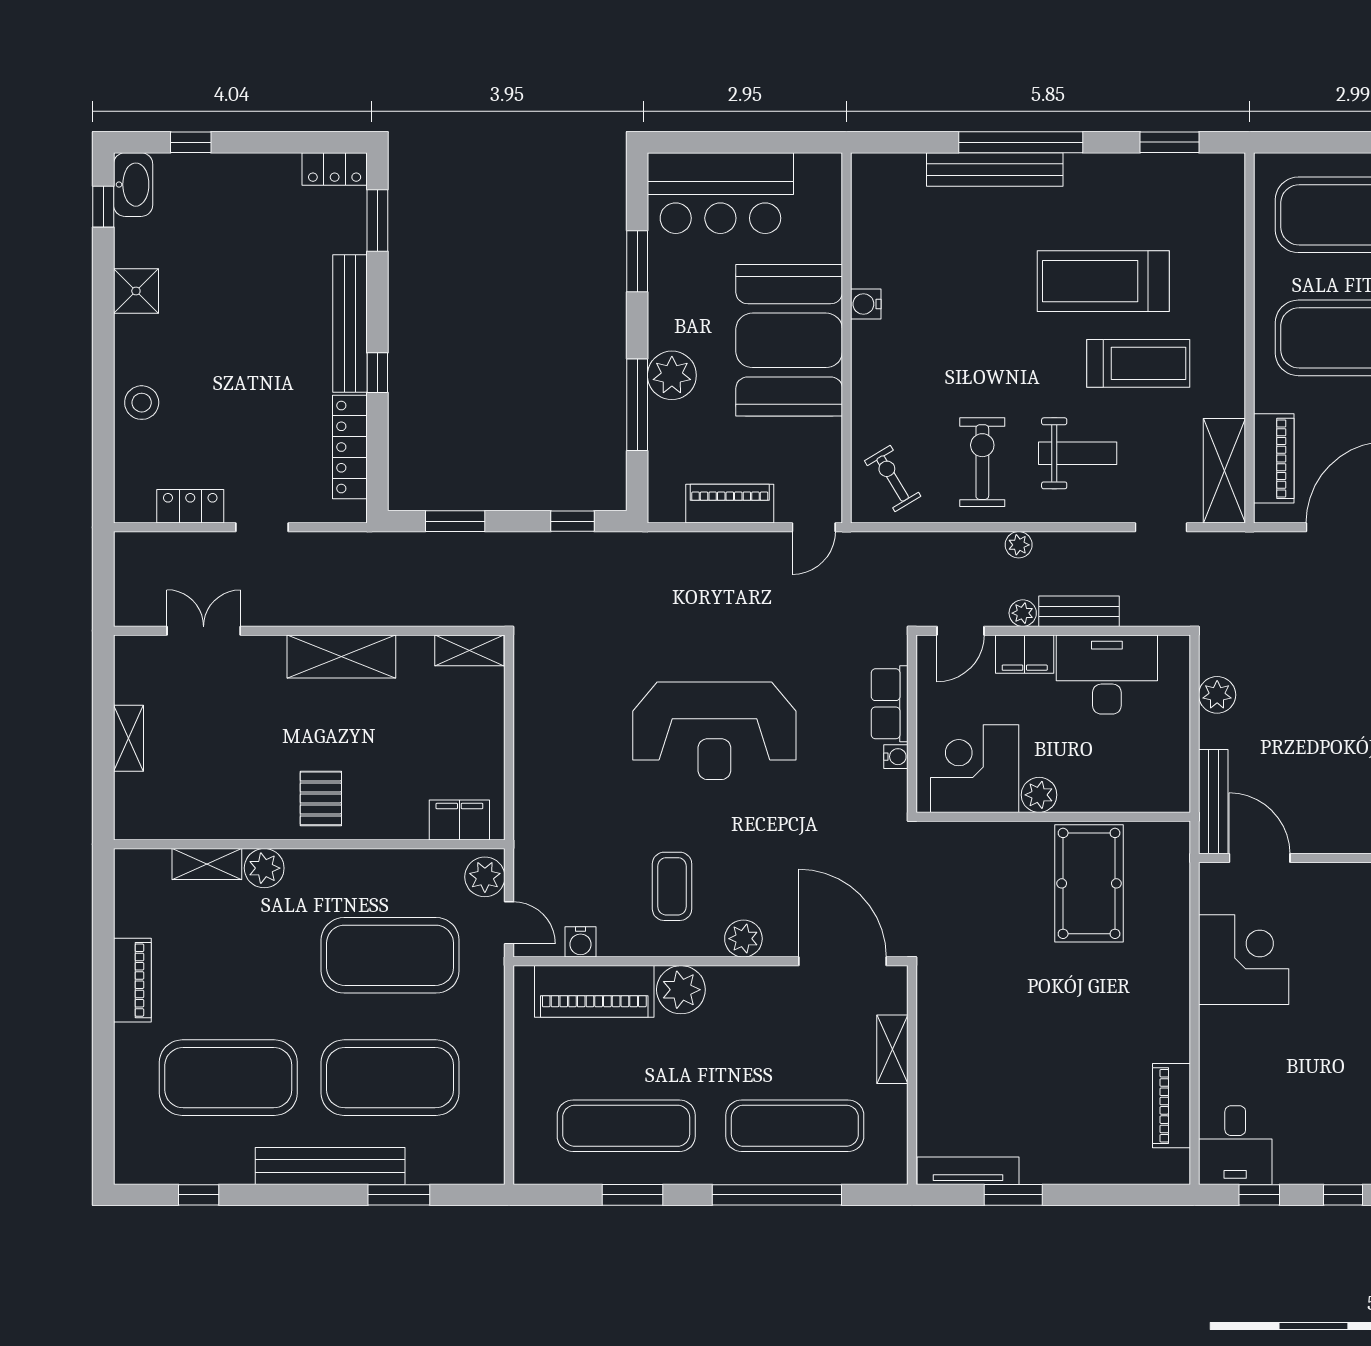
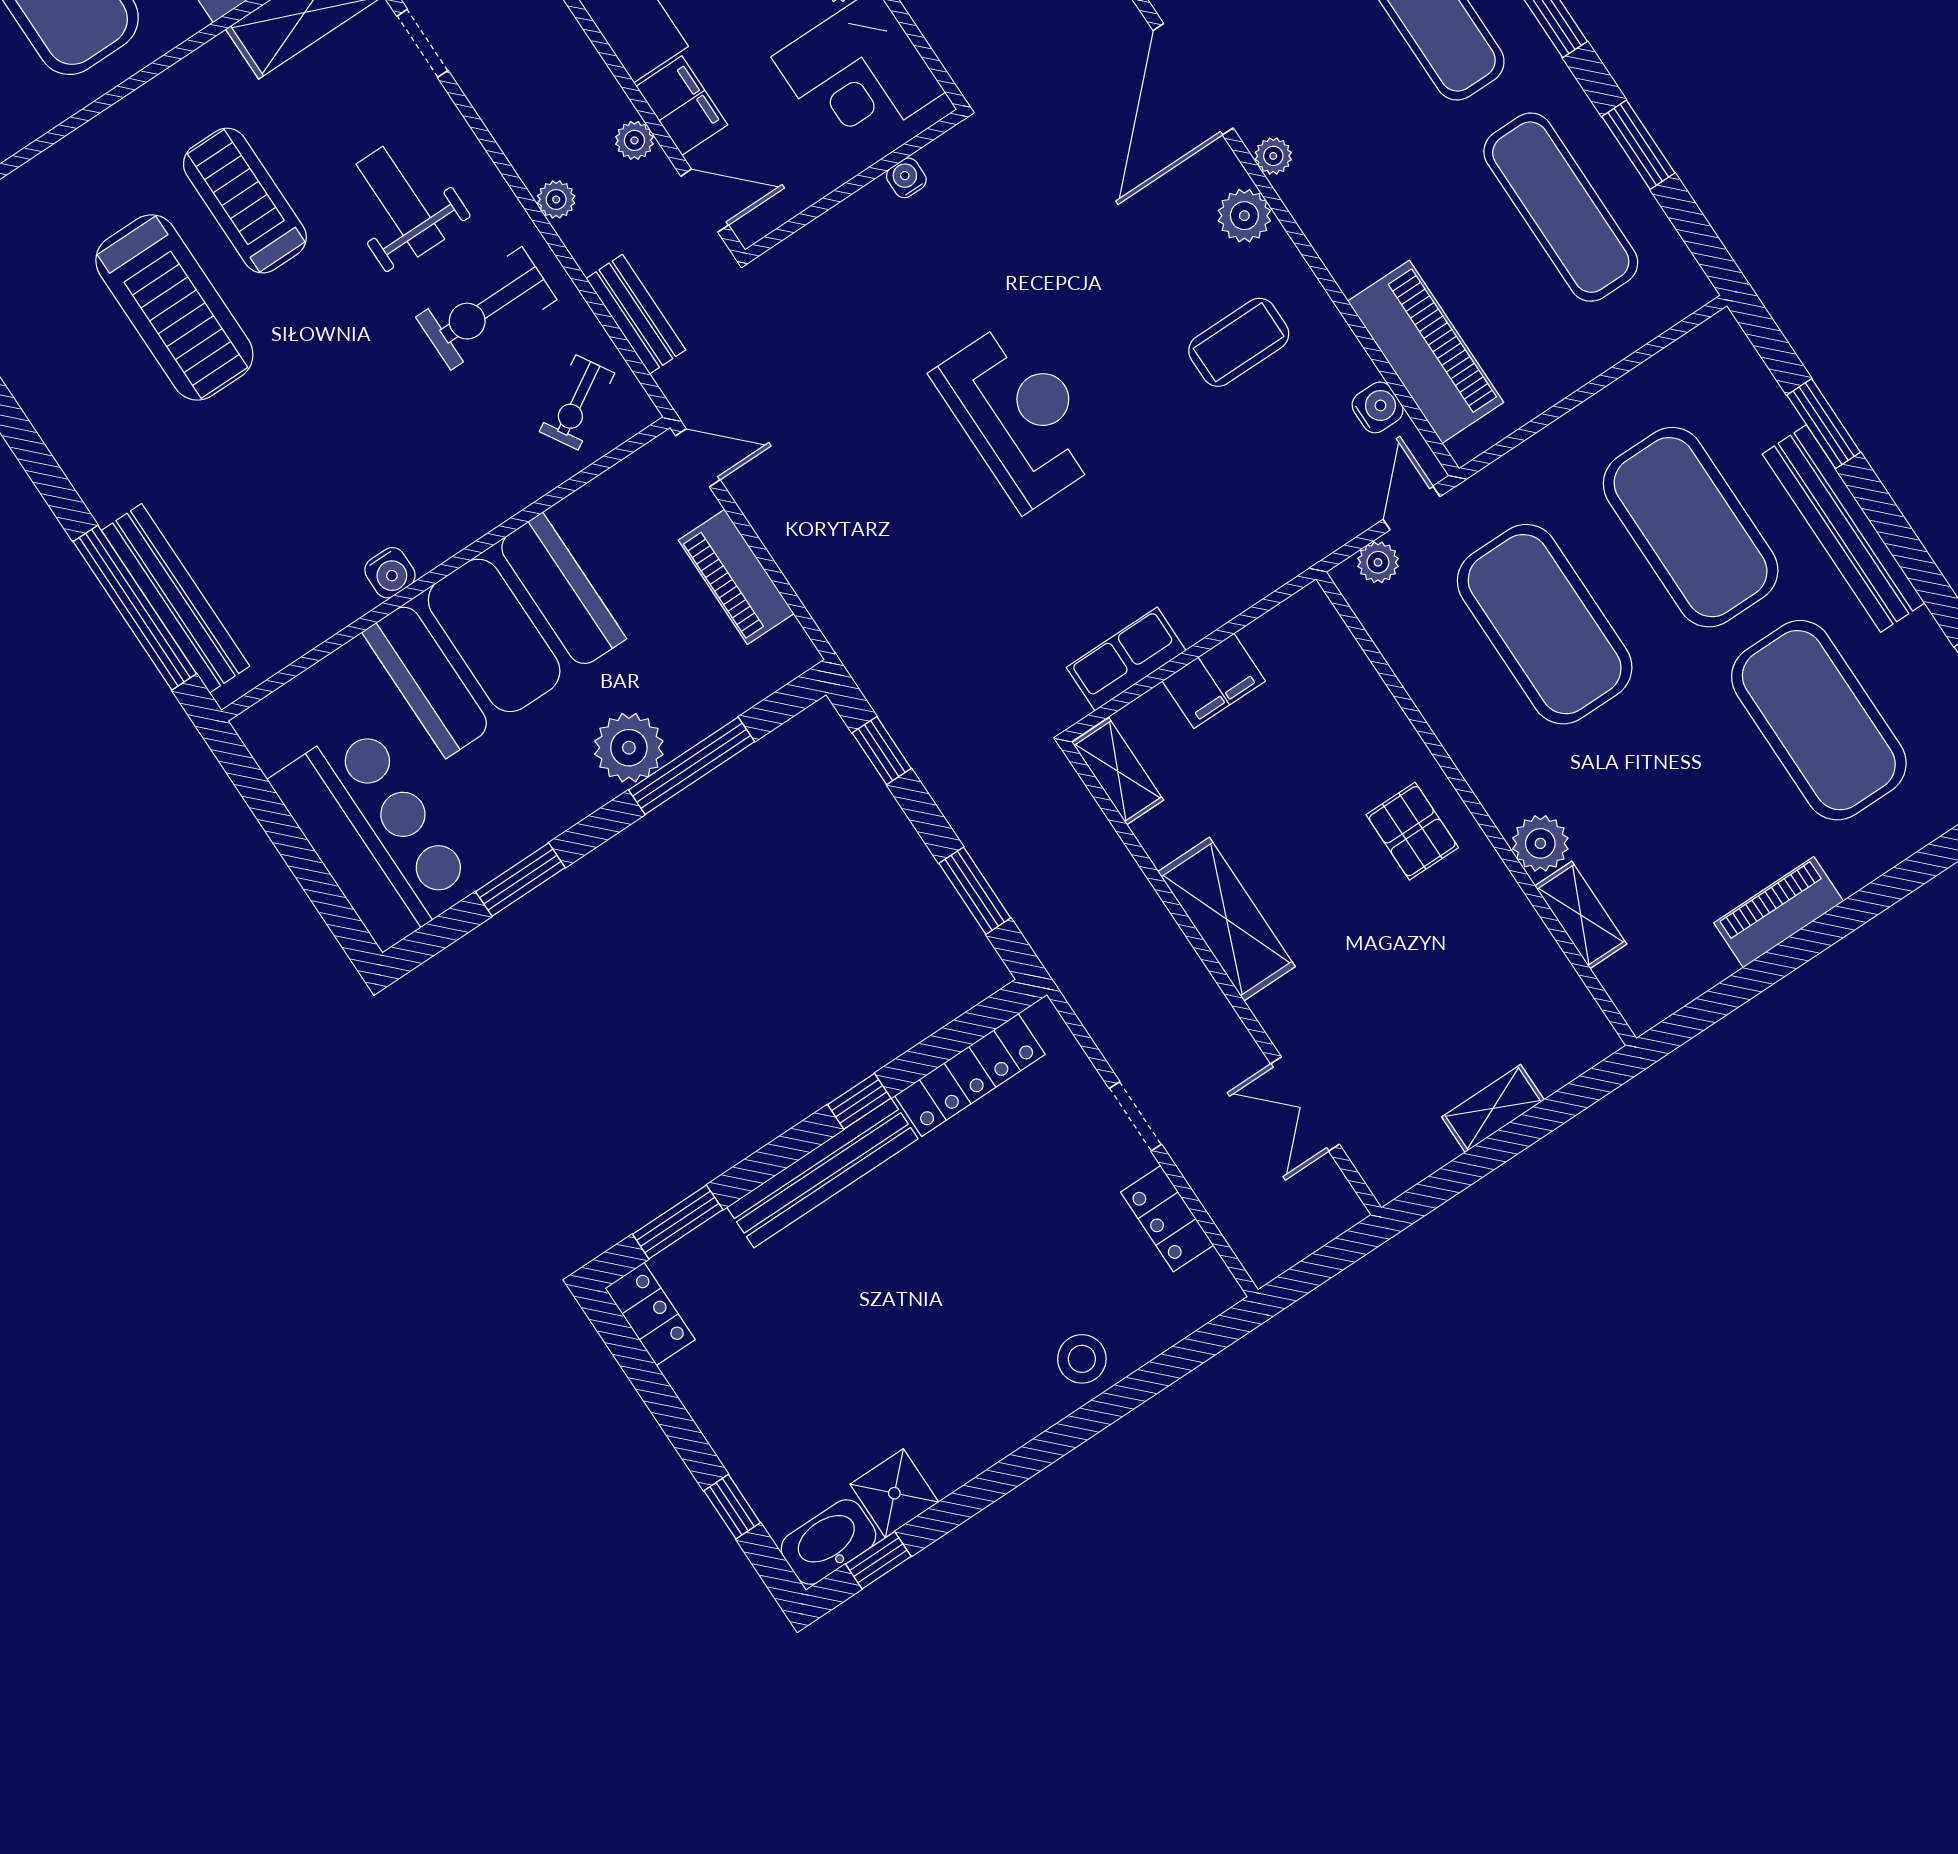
window: (1021, 142) -> (135, 608), moved
bench: (995, 169) -> (176, 598), moved
shower: (136, 291) -> (894, 1493), moved
bench: (1079, 611) -> (636, 314), moved
row of seats: (890, 704) -> (1126, 659), moved, turned 180
reception desk: (714, 731) -> (1019, 415), width x0.74, depth x0.77
pallet: (321, 798) -> (1412, 831), turned 90
filing cabinet: (459, 820) -> (1214, 681), moved, turned -90
plant: (485, 877) -> (1378, 562), width x0.73, depth x0.73
plant: (681, 990) -> (1273, 156), moved, width x0.53, depth x0.53

